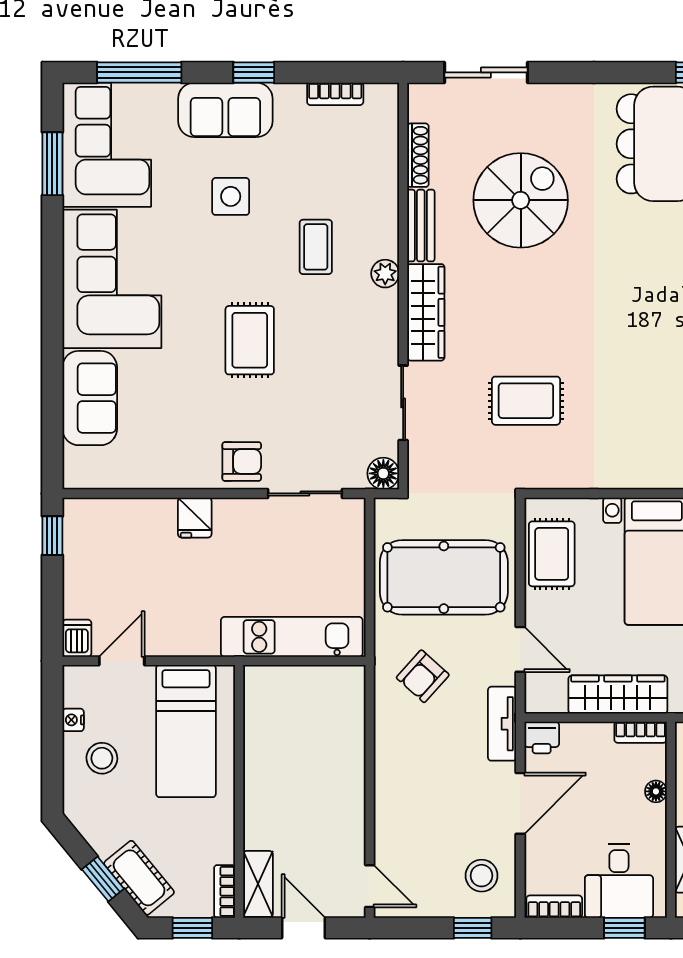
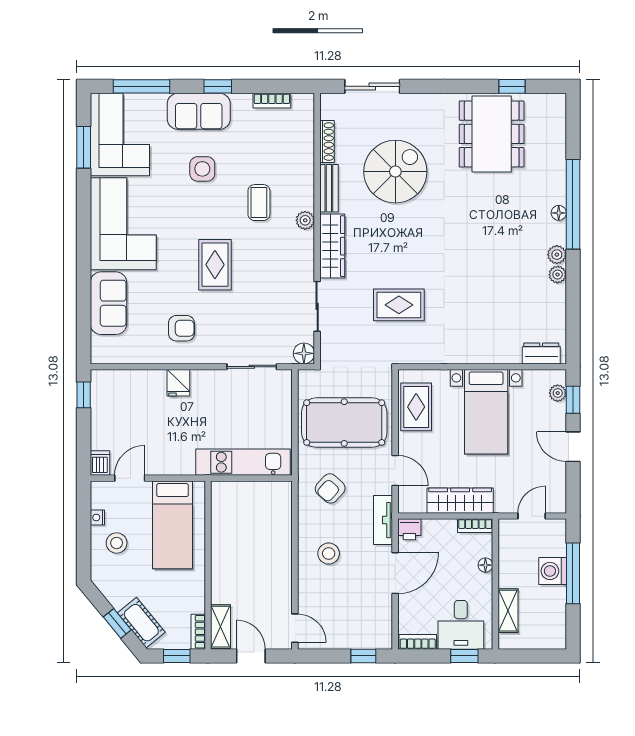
armchair: (242, 461) -> (181, 328), moved
stool: (482, 876) -> (329, 553), moved

